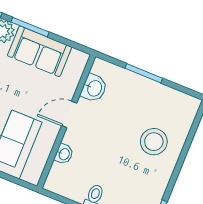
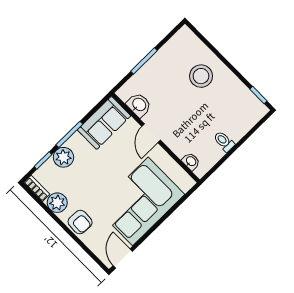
sofa: (40, 51) -> (104, 123), moved
washbasin: (64, 154) -> (191, 161), moved

